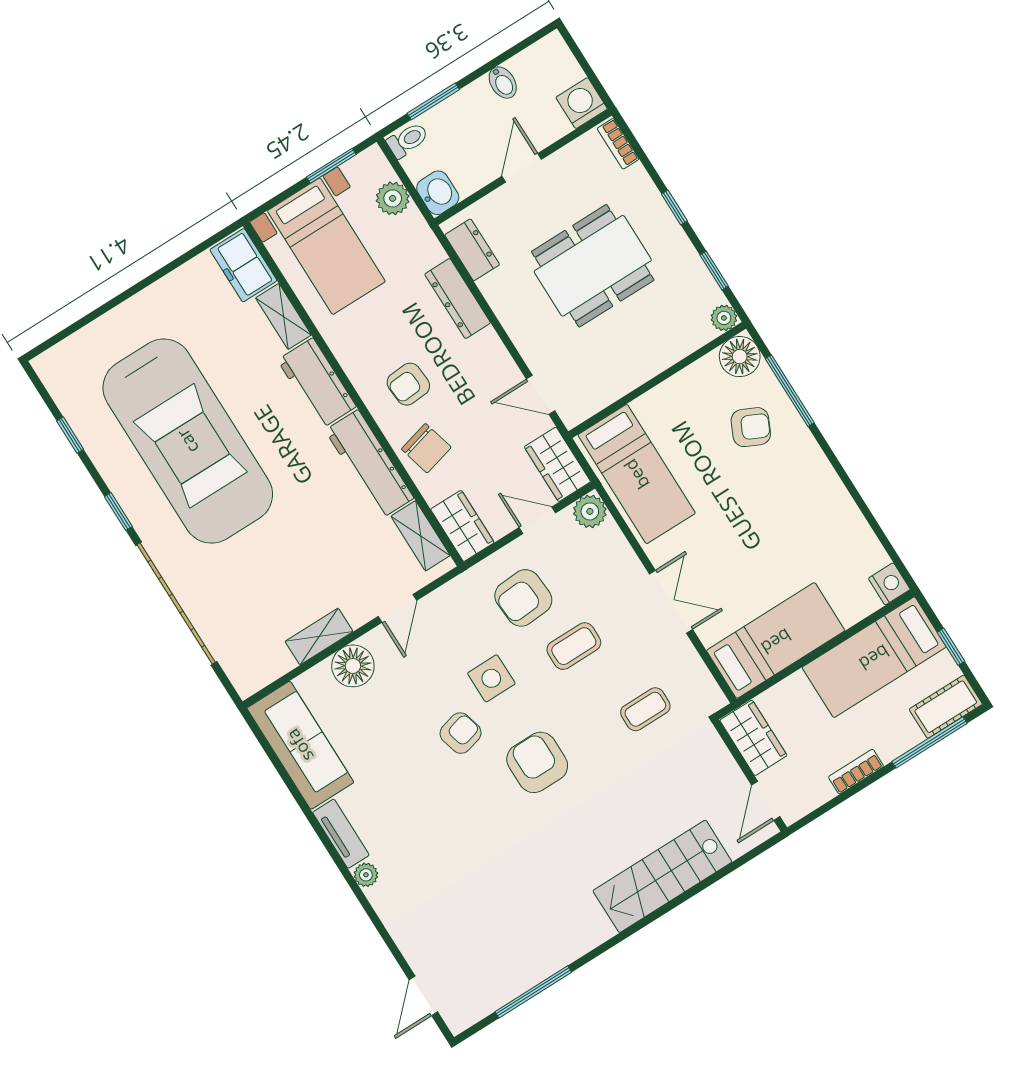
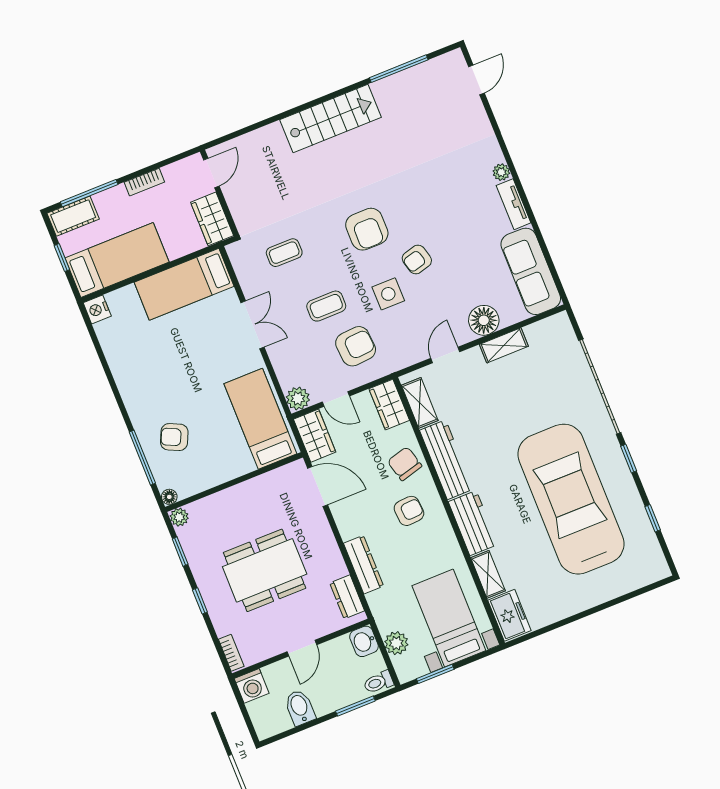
bidet: (503, 83) -> (300, 707), width x1.38, depth x1.36
floor lamp: (740, 357) -> (169, 497), width x0.53, depth x0.53
door: (541, 395) -> (318, 486), width x1.38
double door: (671, 602) -> (253, 325), swing flipped
stairs: (662, 876) -> (330, 118), moved

